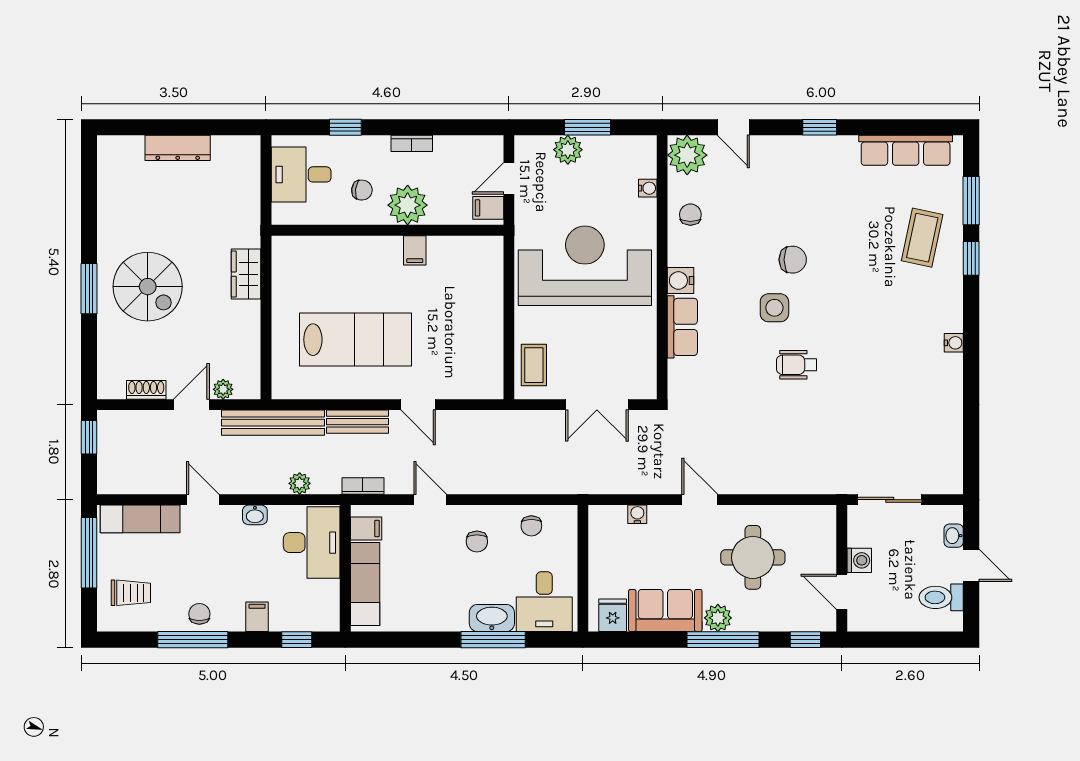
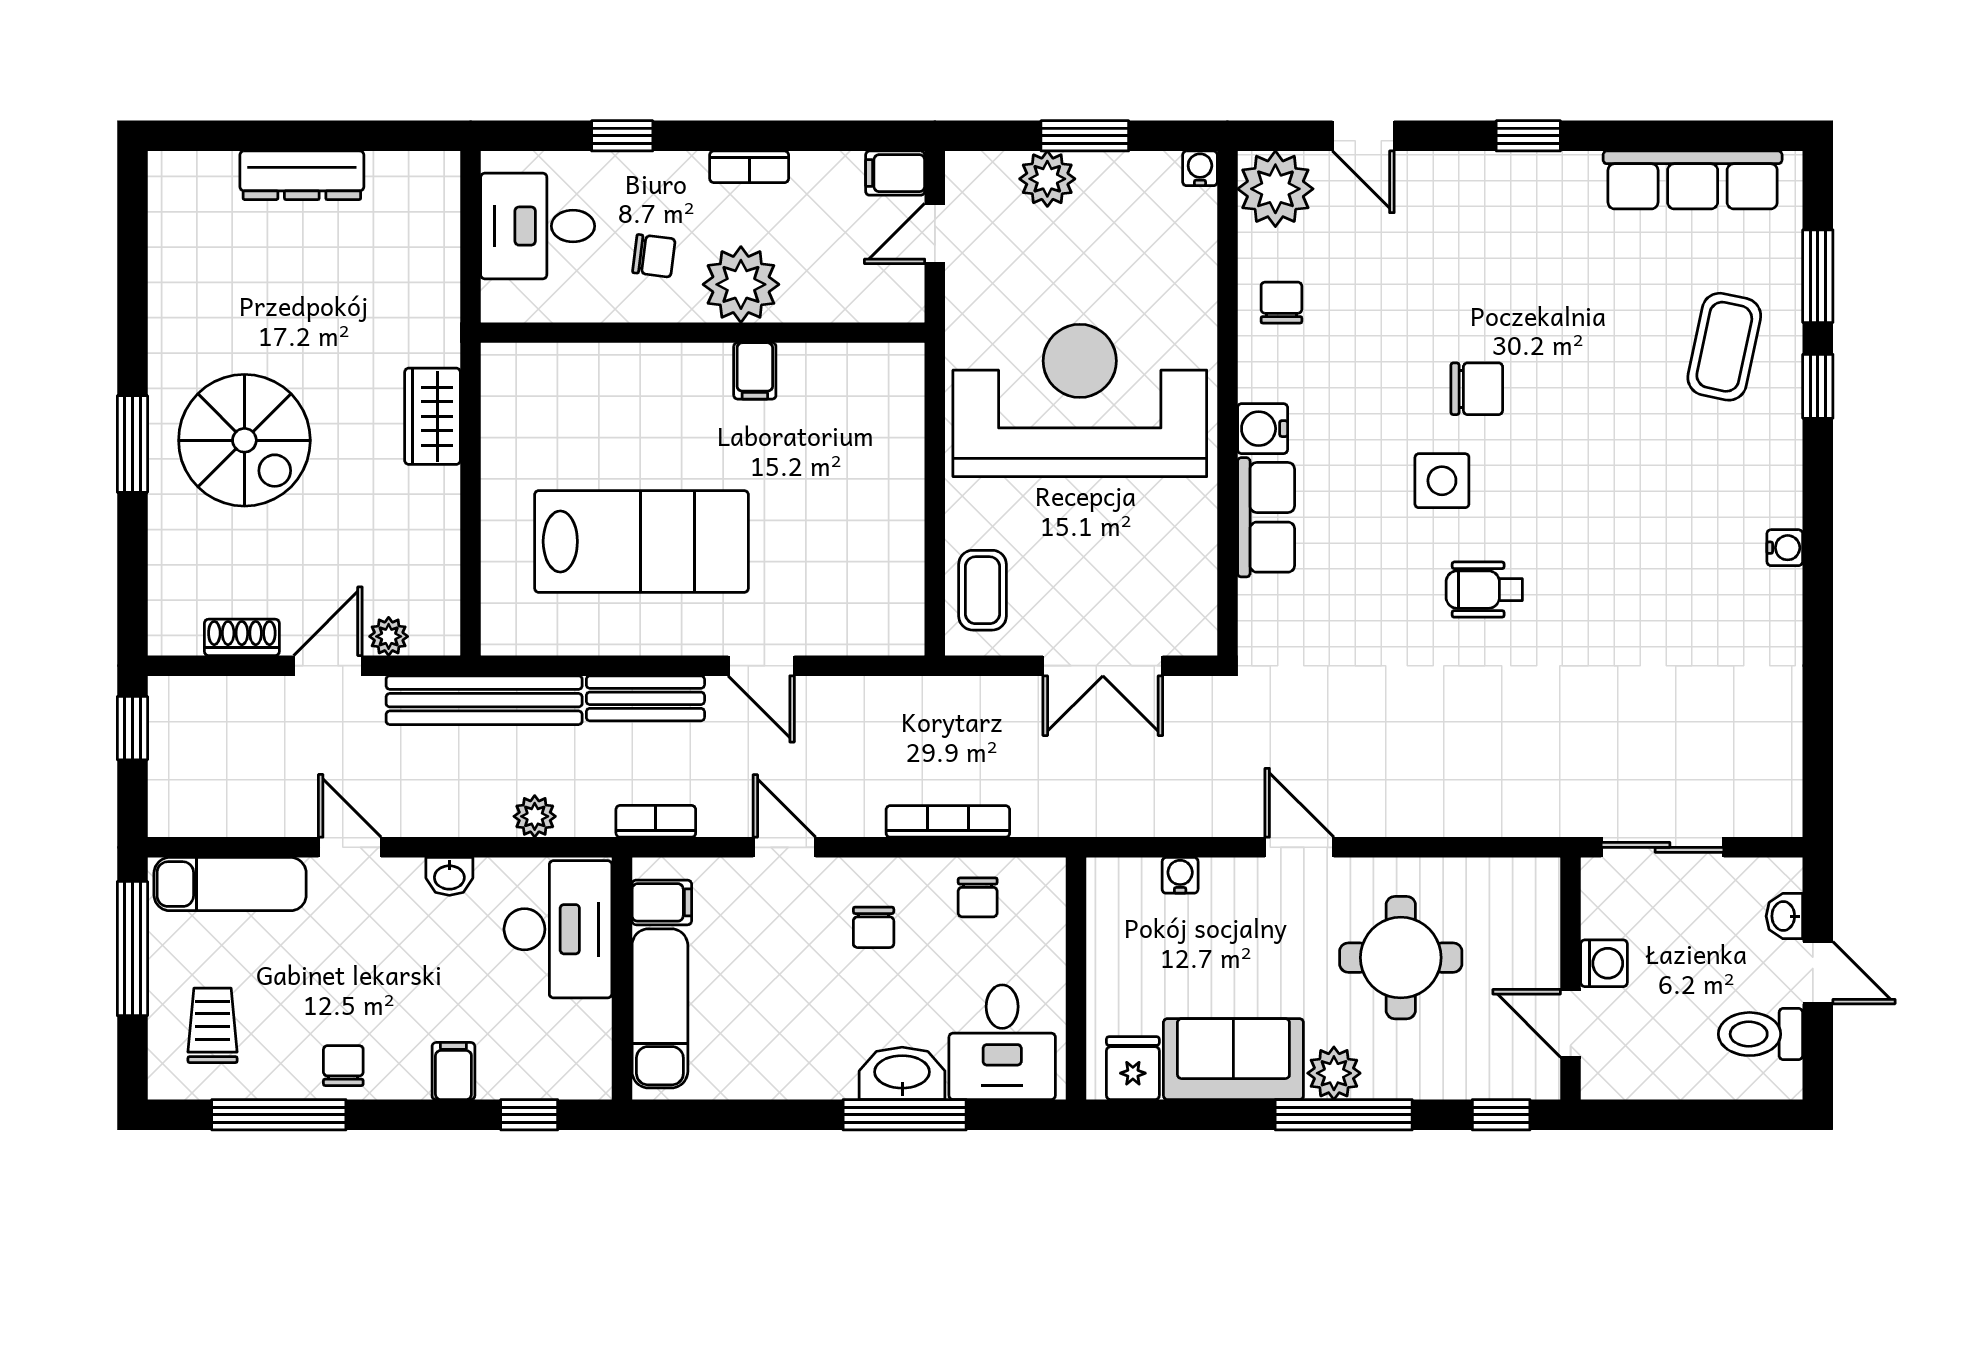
water cooler: (648, 188) -> (1200, 168), moved, turned -90
filing cabinet: (488, 208) -> (895, 173), moved
bookcase: (516, 486) -> (948, 821), added
trolley: (131, 593) -> (213, 1025), turned -90
window: (193, 640) -> (279, 1115), moved

